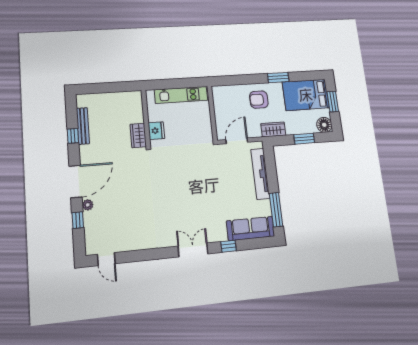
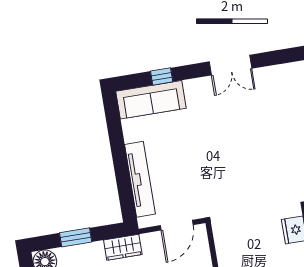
window: (276, 210) -> (115, 129), removed
window: (229, 246) -> (162, 76), moved

